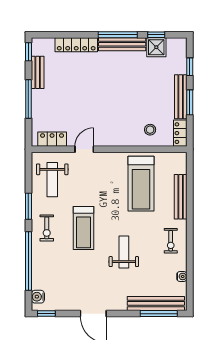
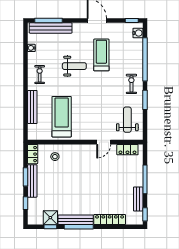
treadmill: (83, 228) -> (101, 55), moved
weight bench: (124, 252) -> (74, 66), turned -90

